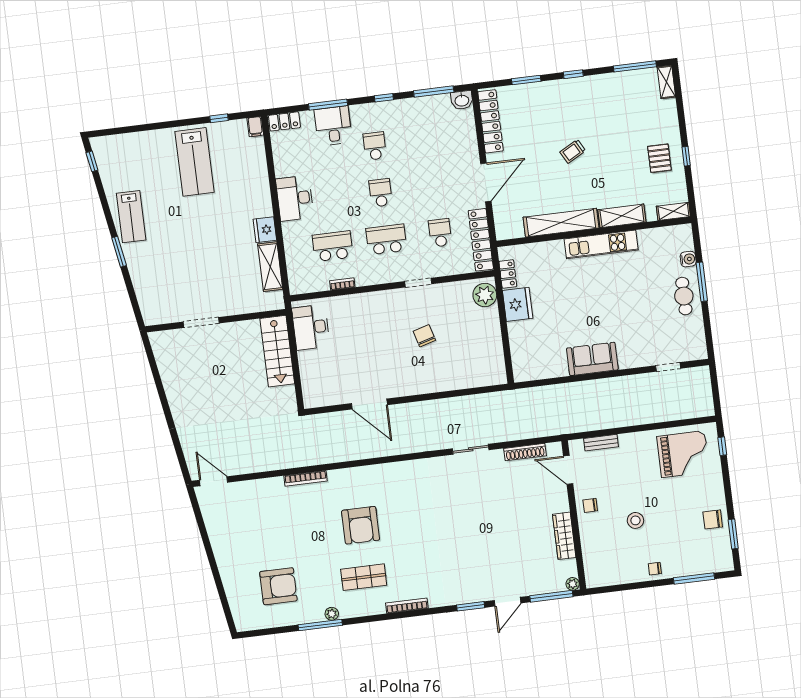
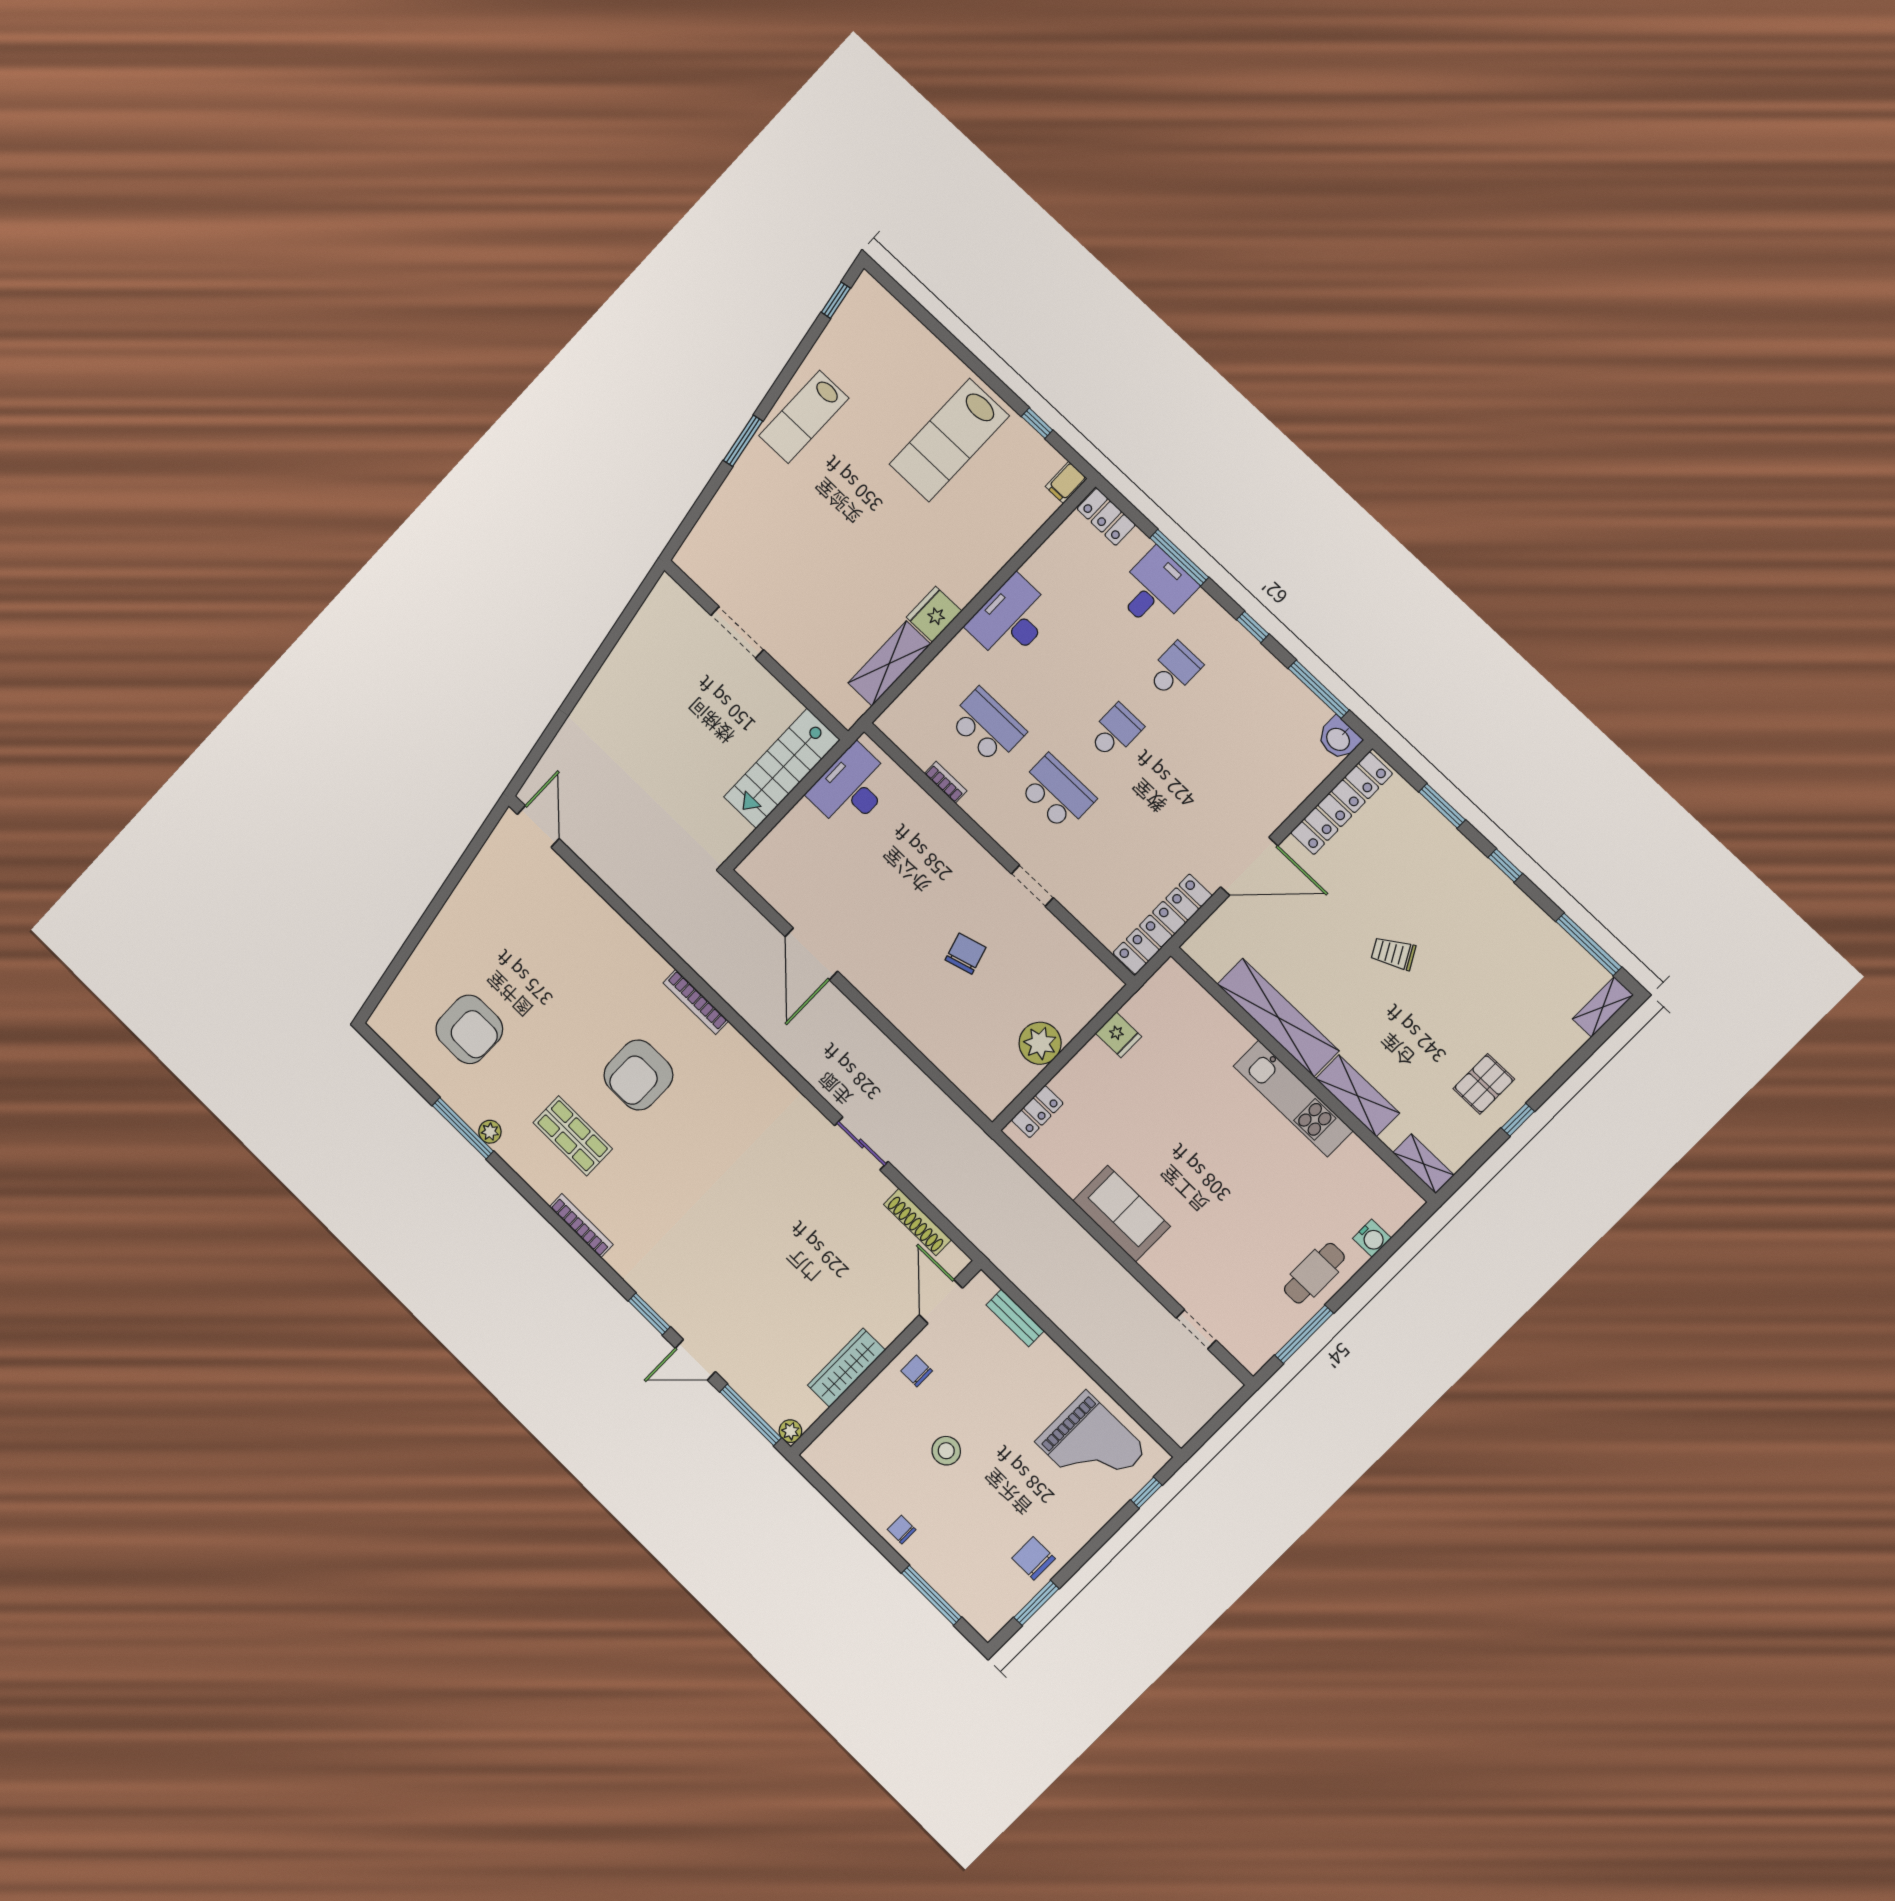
school desk: (440, 233) -> (1126, 860), removed
locker: (508, 274) -> (1037, 1112), moved
window: (702, 282) -> (1304, 1334), moved
plant: (485, 295) -> (1040, 1043), moved
fridge: (518, 304) -> (1118, 1035), width x0.53, depth x0.75
bookcase: (306, 478) -> (696, 1002), moved

